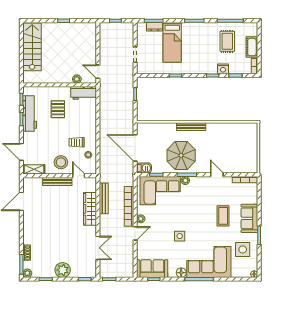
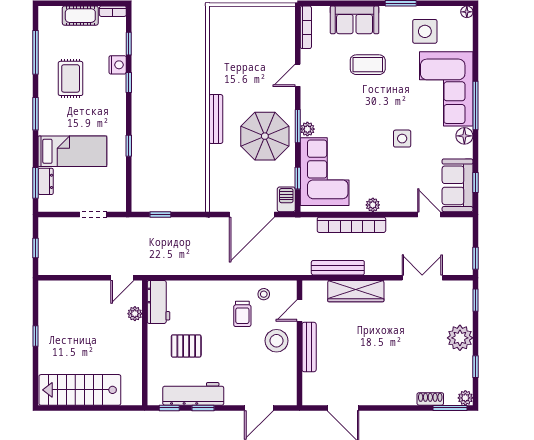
rug: (227, 41) -> (71, 78), moved, turned 90
shelving: (34, 169) -> (289, 387), removed
sofa: (249, 218) -> (355, 20), moved
door: (135, 233) -> (429, 214), moved

